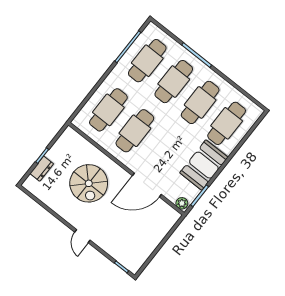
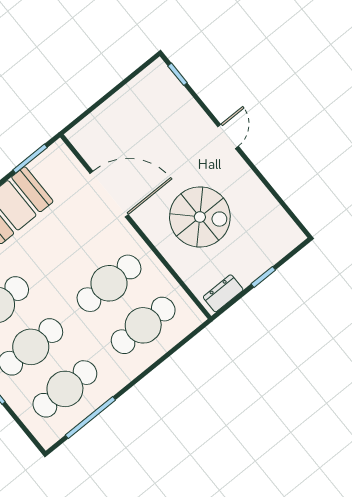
dresser: (42, 169) -> (223, 293), moved
spiral stairs: (89, 183) -> (200, 217), turned 90
plant: (182, 203) -> (61, 153), removed

